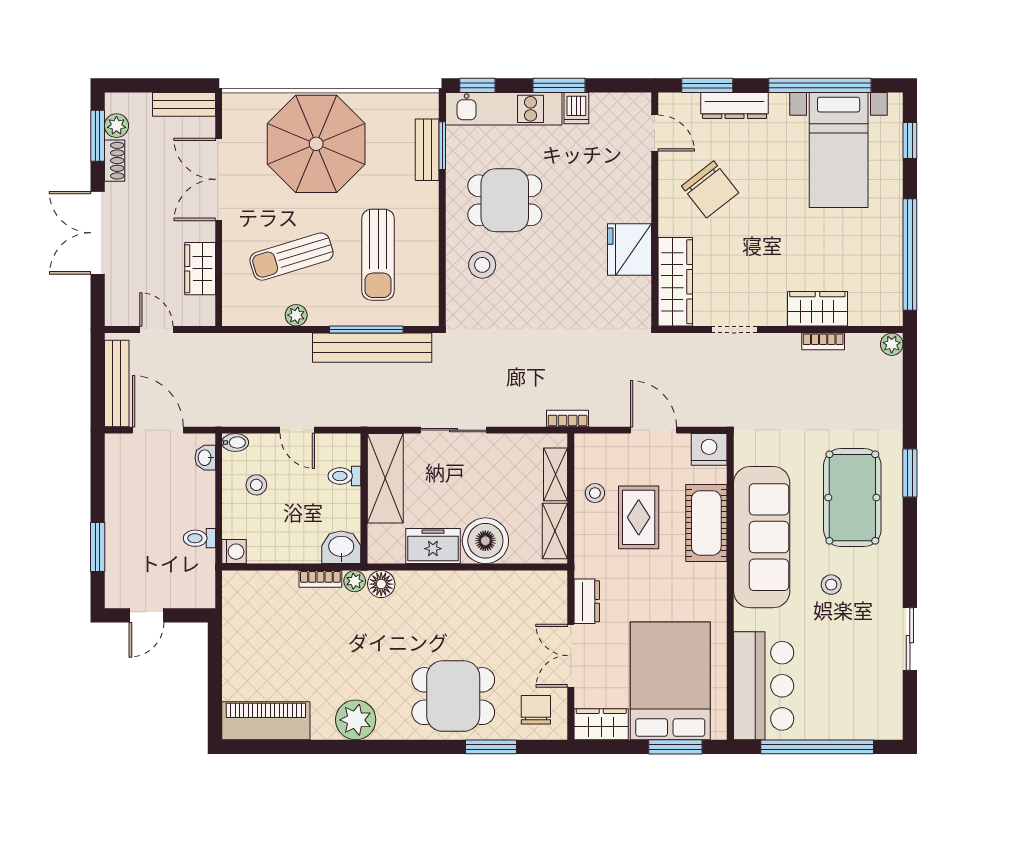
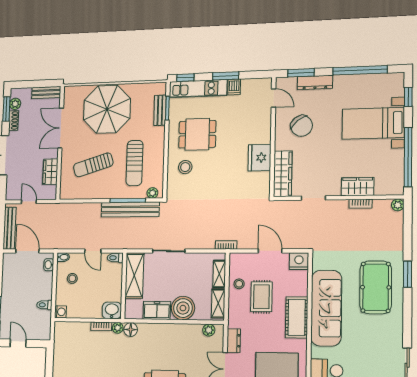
bed with nightstands: (839, 150) -> (373, 123), moved, turned 90
plant: (296, 315) -> (152, 193), moved
toilet: (344, 476) -> (115, 258), moved
cot: (706, 523) -> (297, 317), moved
plant: (538, 582) -> (209, 330), added
stool: (831, 585) -> (364, 334), removed
door: (146, 615) -> (18, 343), swing flipped

